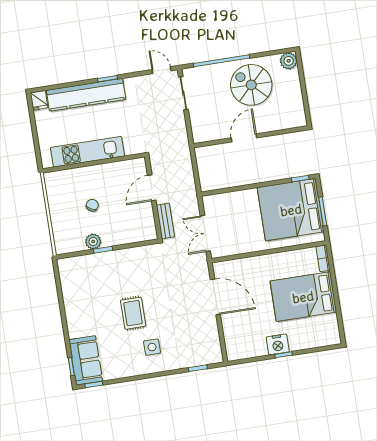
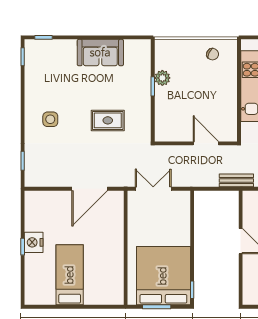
chair: (92, 205) -> (213, 54), moved
bench: (165, 221) -> (236, 180), moved
bookcase: (323, 258) -> (111, 300), removed
bed: (303, 297) -> (70, 275), width x0.67
rug: (133, 313) -> (108, 120), moved
sofa: (86, 360) -> (100, 53), moved

